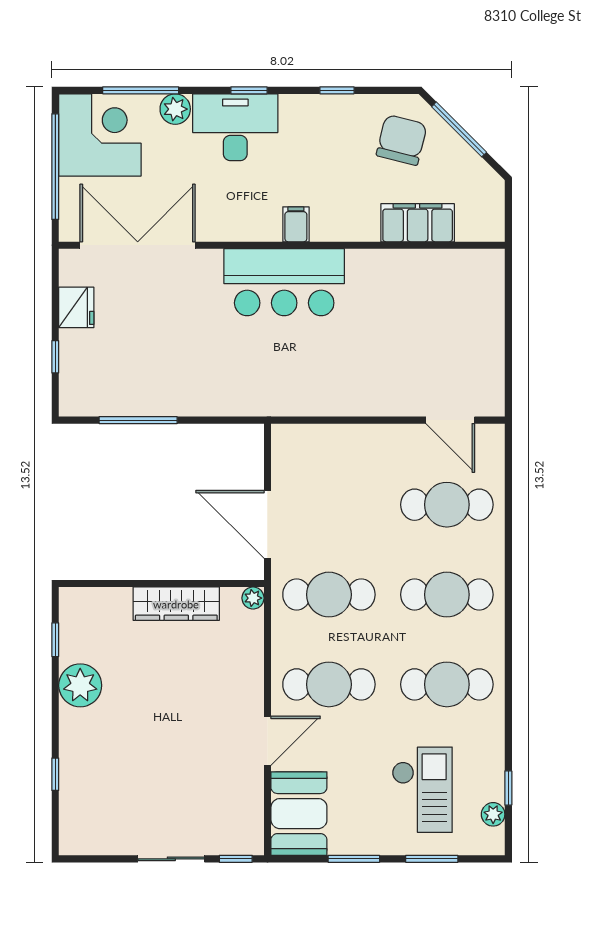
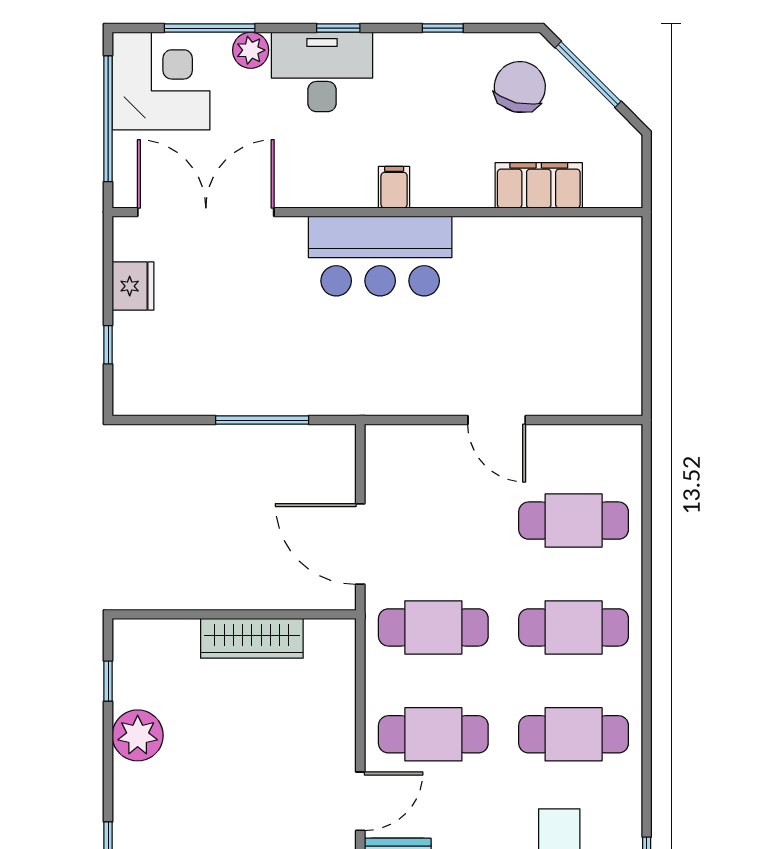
window: (138, 420) -> (262, 420), moved
door: (450, 420) -> (497, 420), moved
plant: (253, 598) -> (343, 632), removed

